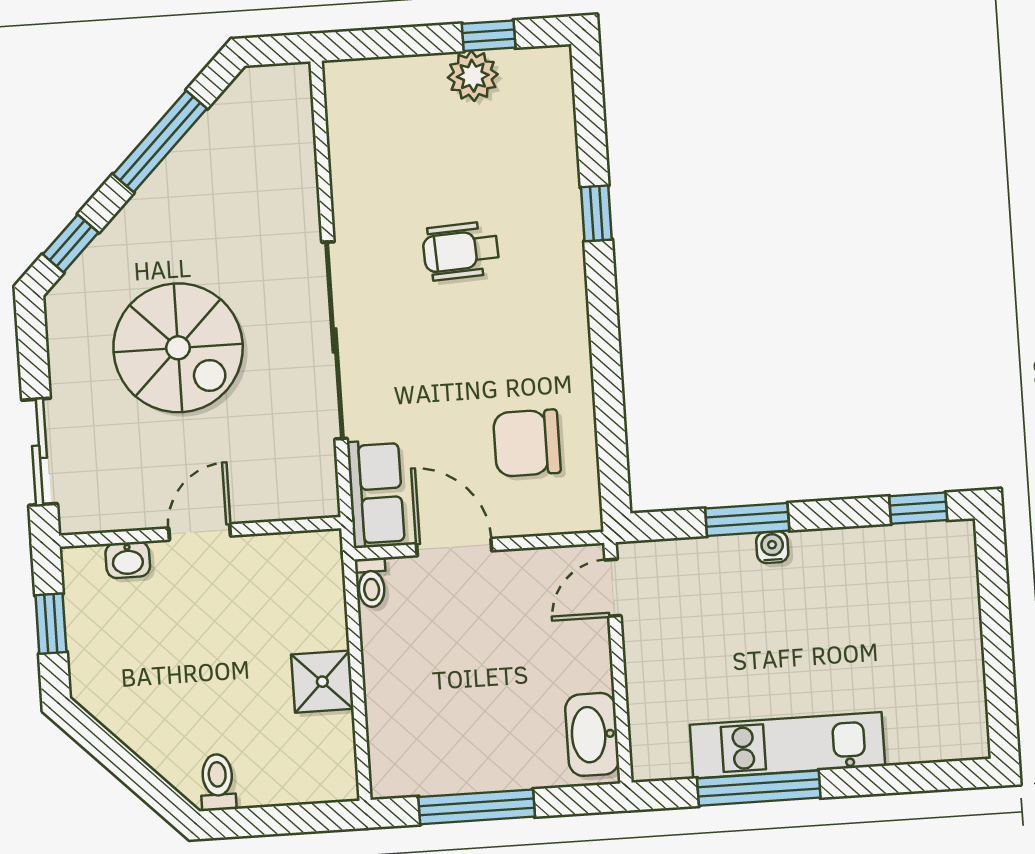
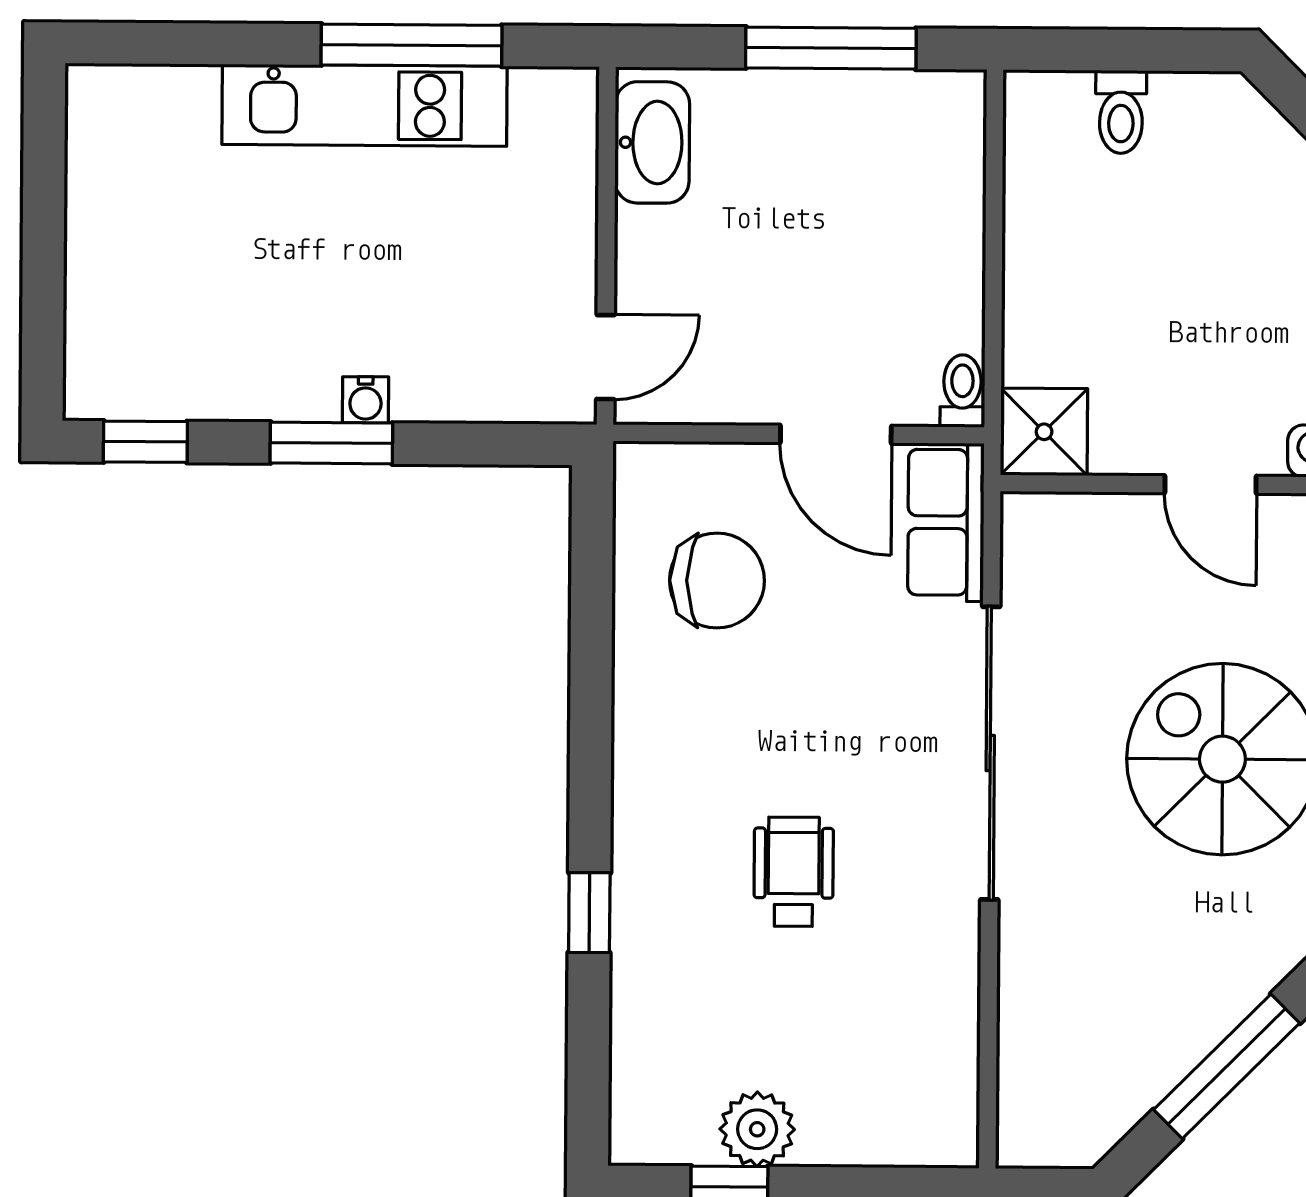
wheelchair: (461, 251) -> (794, 872), turned -87
window: (747, 519) -> (331, 443), moved
door: (200, 532) -> (1211, 484), hinge flipped
shower: (322, 682) -> (1044, 432), moved
toilet: (218, 782) -> (1121, 112), moved

